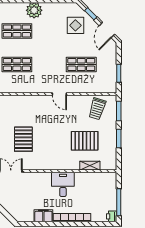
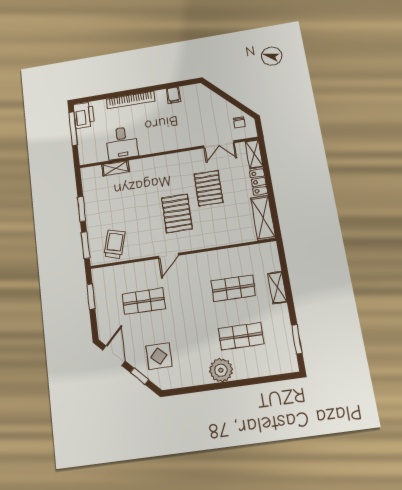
door: (59, 94) -> (168, 256), swing flipped
pallet: (85, 141) -> (177, 213), moved, turned 90
desk: (63, 184) -> (122, 143), moved
filing cabinet: (43, 216) -> (173, 95), width x0.50
printer: (112, 216) -> (84, 115), width x1.87, depth x1.48

